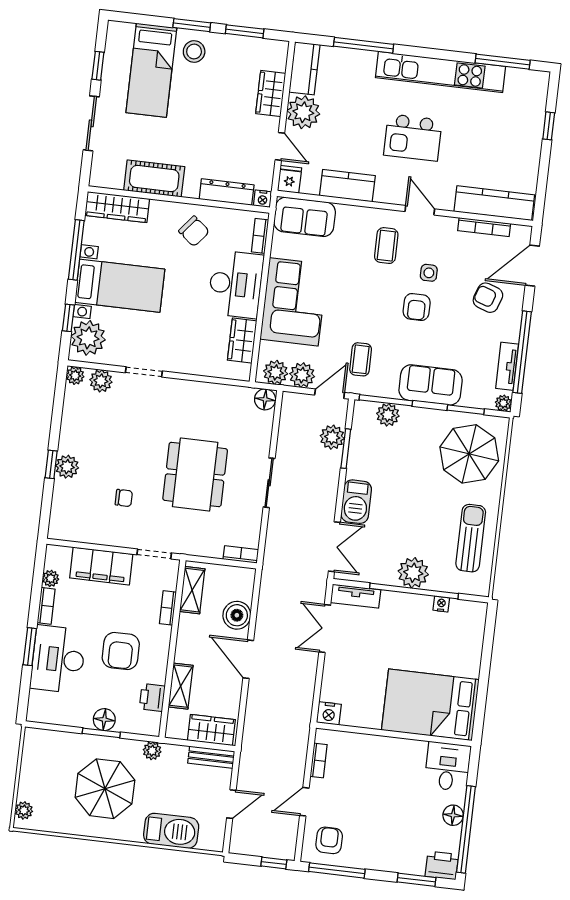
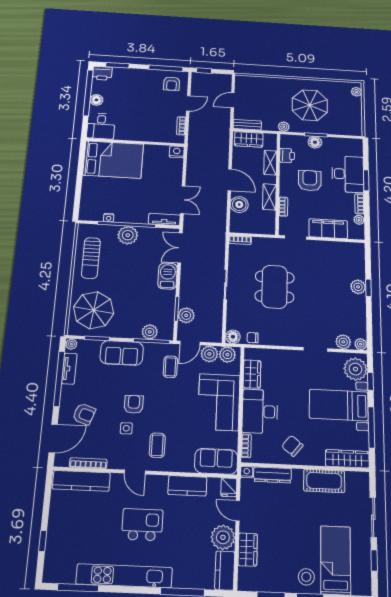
chair: (124, 498) -> (253, 338), moved
shelving: (192, 590) -> (269, 197), moved
barbecue: (171, 831) -> (267, 85), removed

